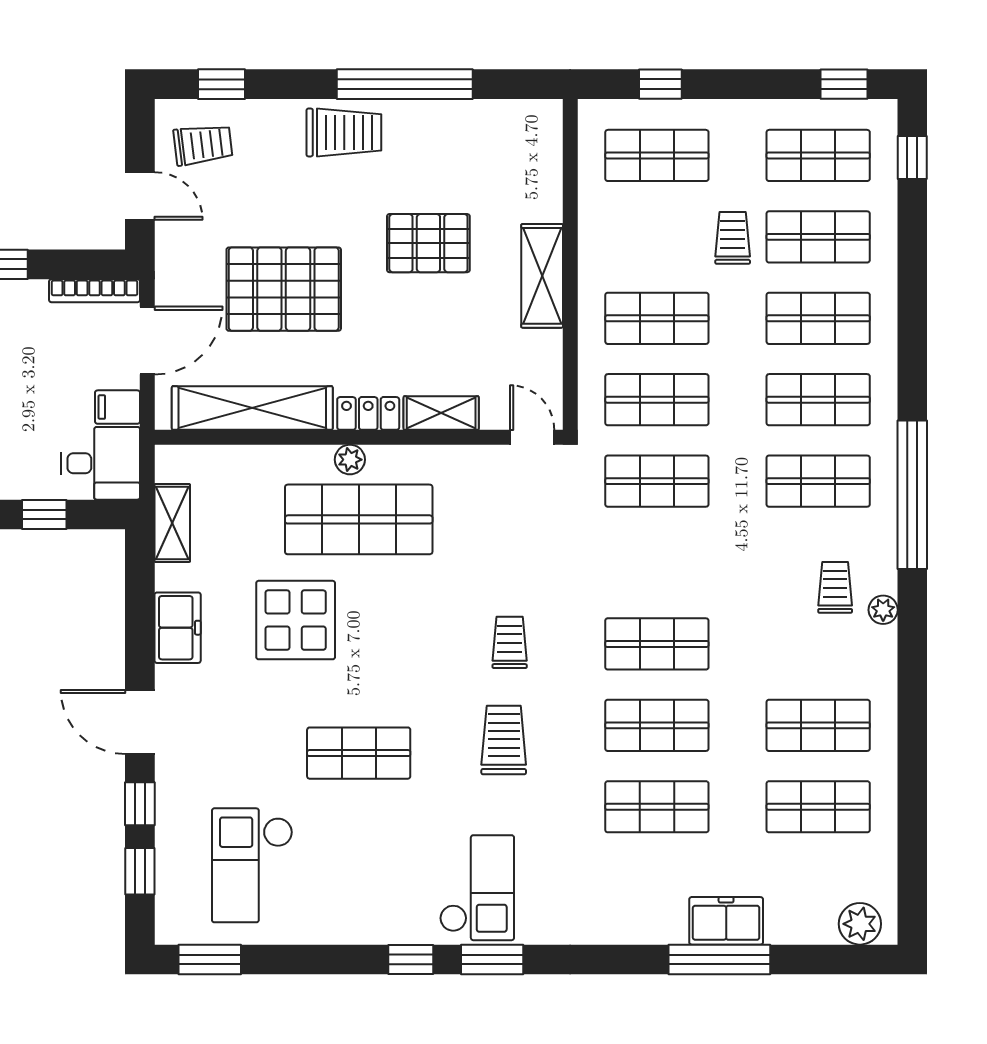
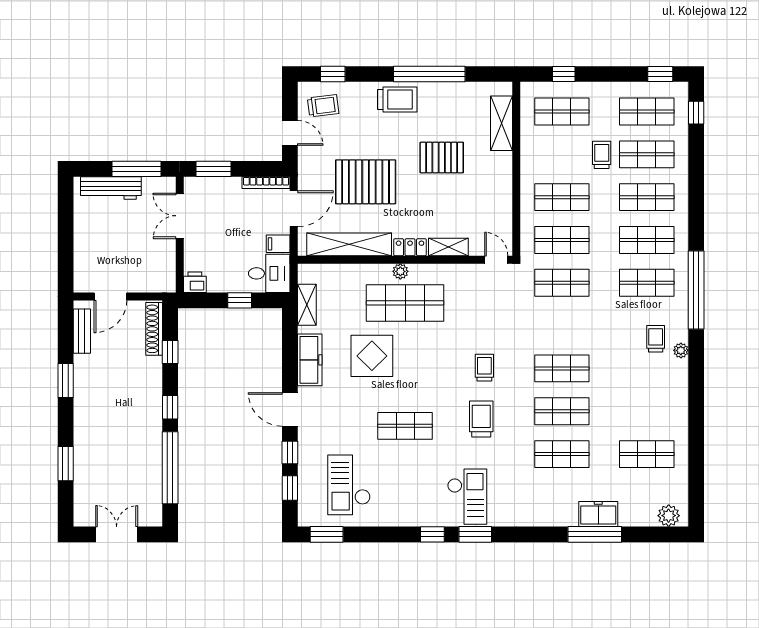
shelving: (542, 276) -> (501, 123), moved
freezer: (178, 628) -> (310, 360), width x1.40
shop shelf: (818, 725) -> (647, 411), removed

